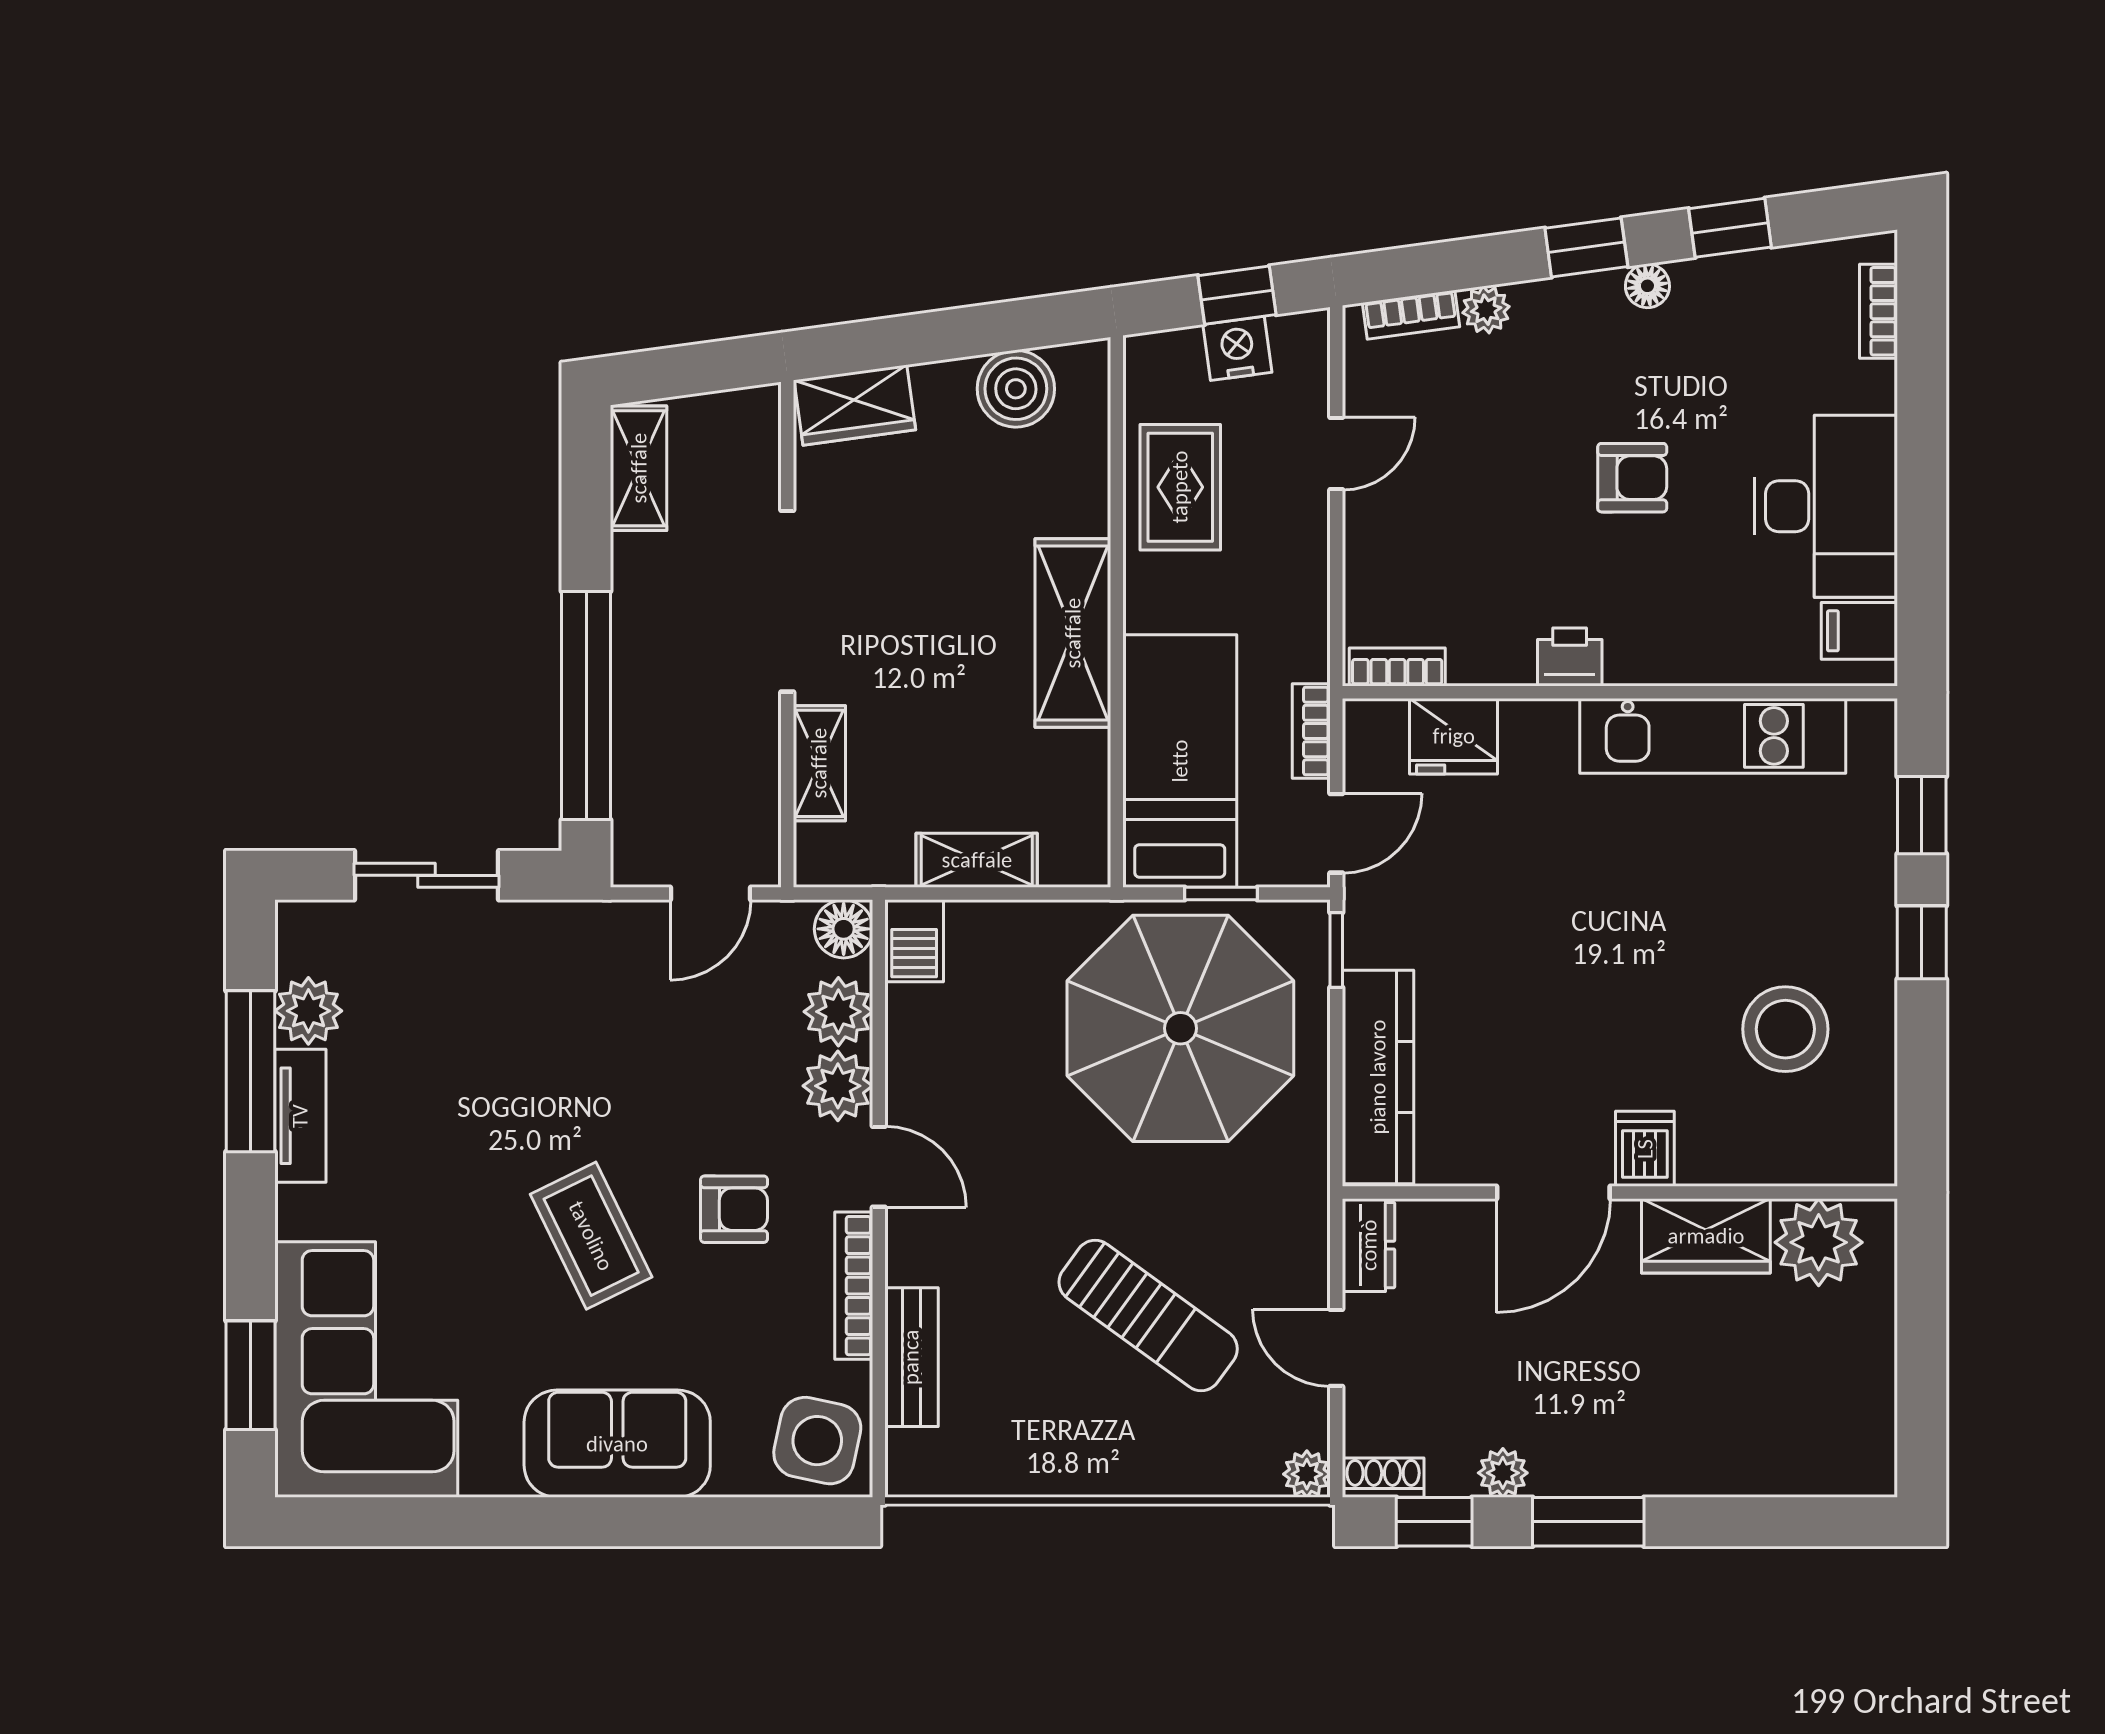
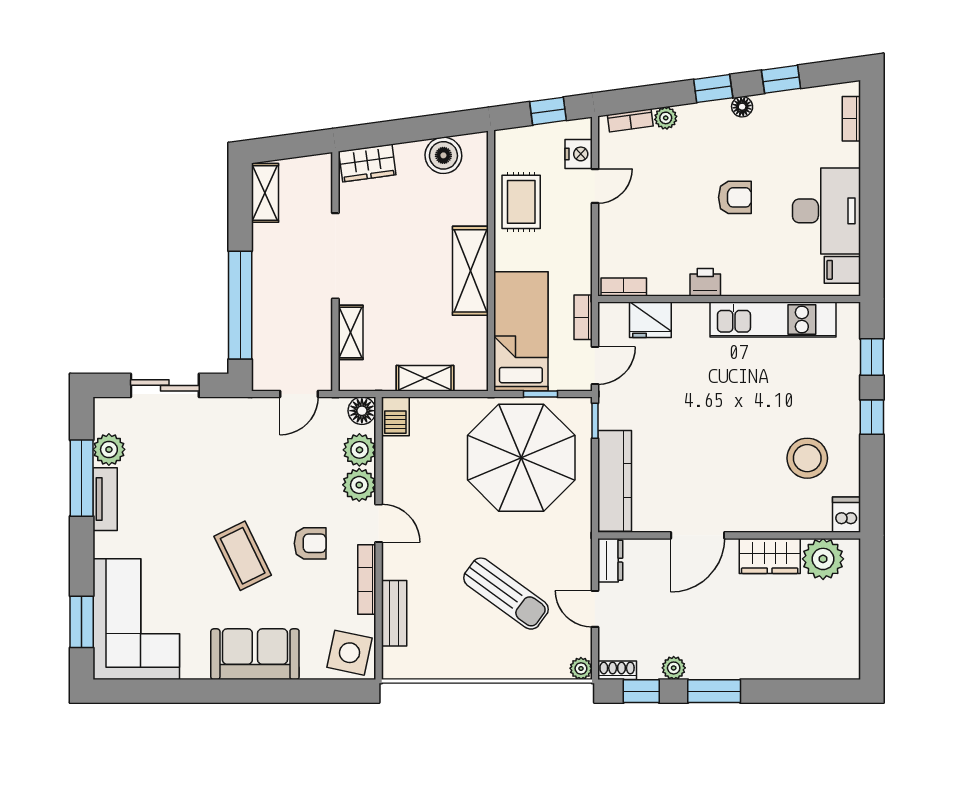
nightstand: (1237, 348) -> (579, 154), moved, turned 98
dishwasher: (1645, 1149) -> (846, 515), moved

